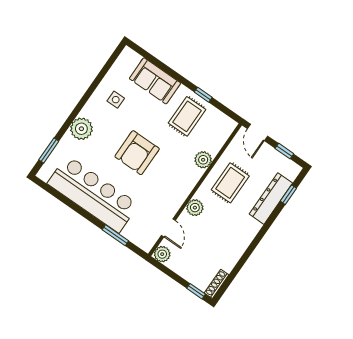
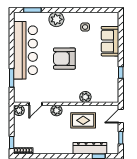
rug: (187, 116) -> (103, 72), removed

